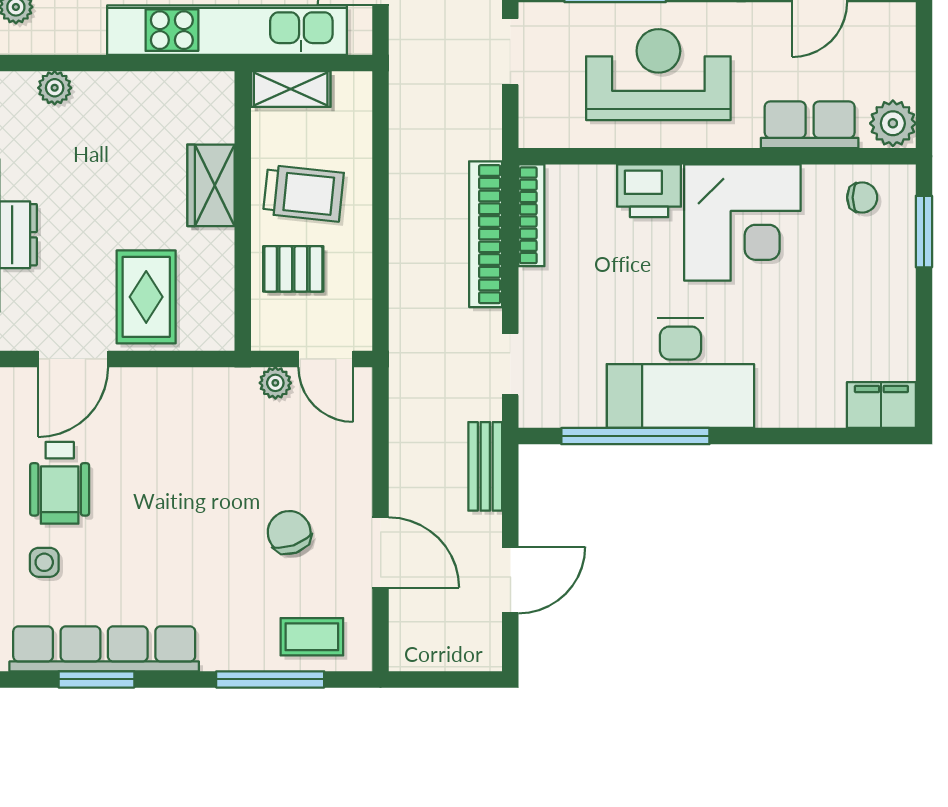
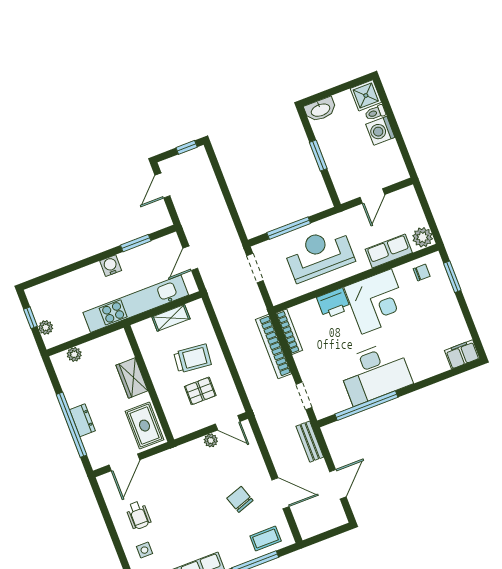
wardrobe: (211, 185) -> (132, 378), moved
wall: (243, 211) -> (149, 384), moved
wheelchair: (60, 483) -> (138, 515), width x0.73, depth x0.73

